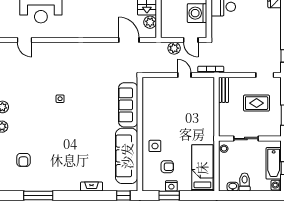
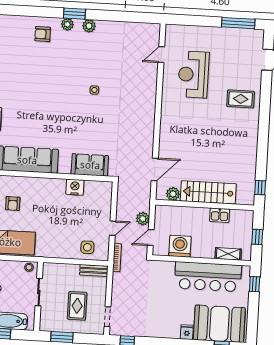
sofa: (128, 105) -> (90, 165), width x0.73
nightstand: (149, 111) -> (75, 187), added
side table: (155, 146) -> (87, 247), moved
armchair: (23, 160) -> (43, 34), moved

